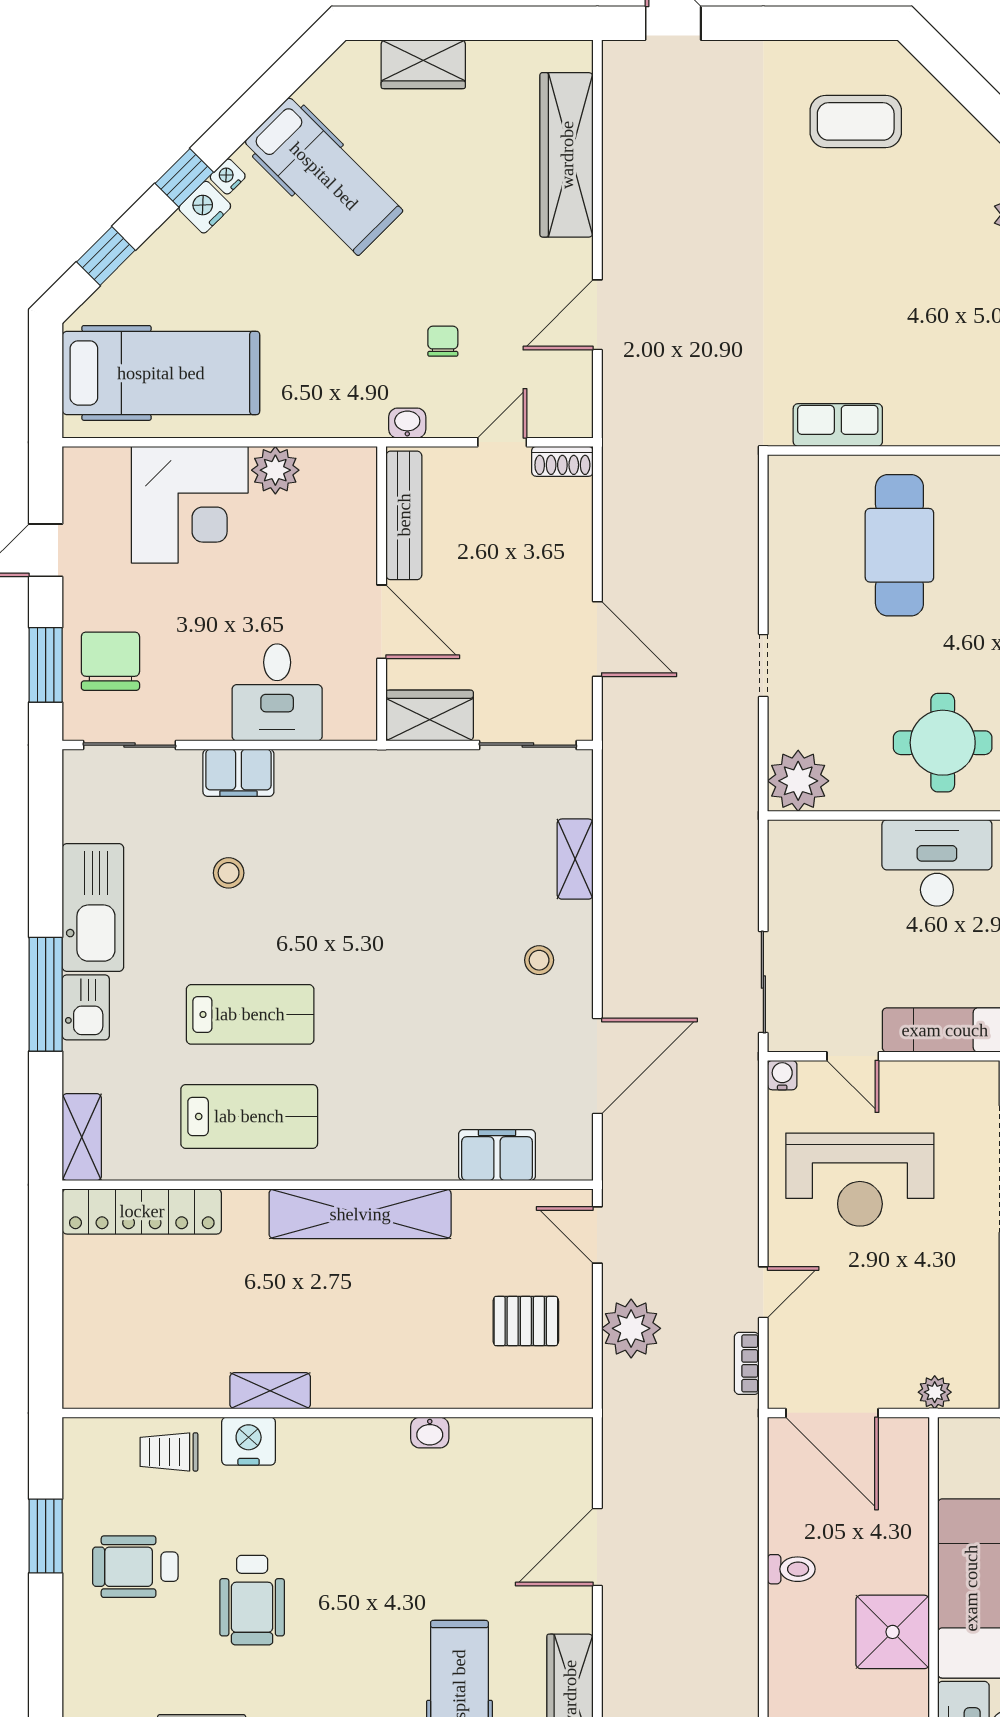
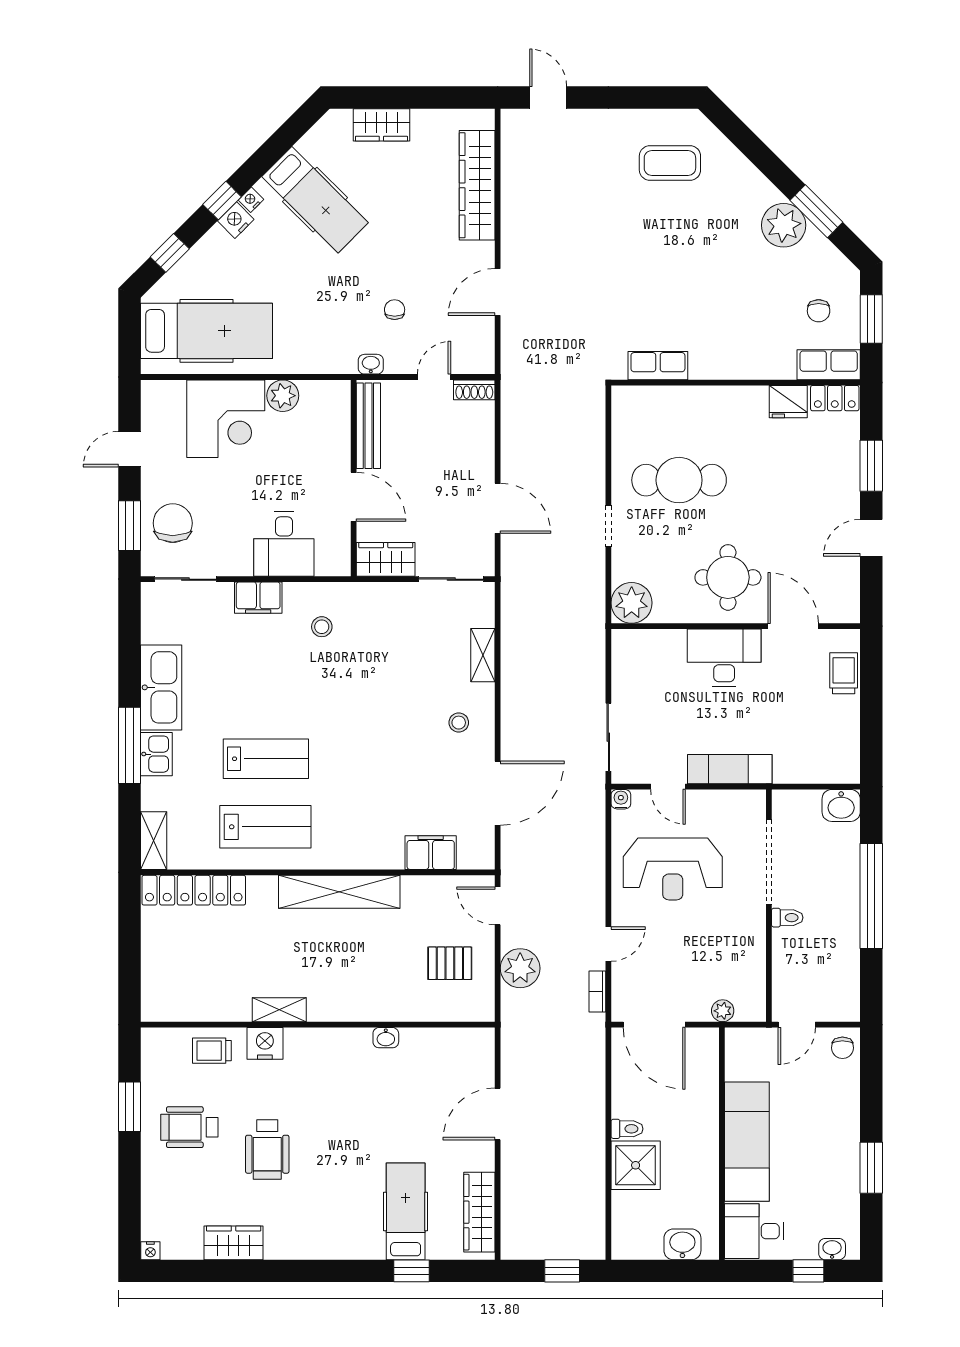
cafe table: (899, 545) -> (679, 480), moved, turned 90
stool: (229, 873) -> (322, 627), moved
shower: (893, 1632) -> (636, 1165), moved

